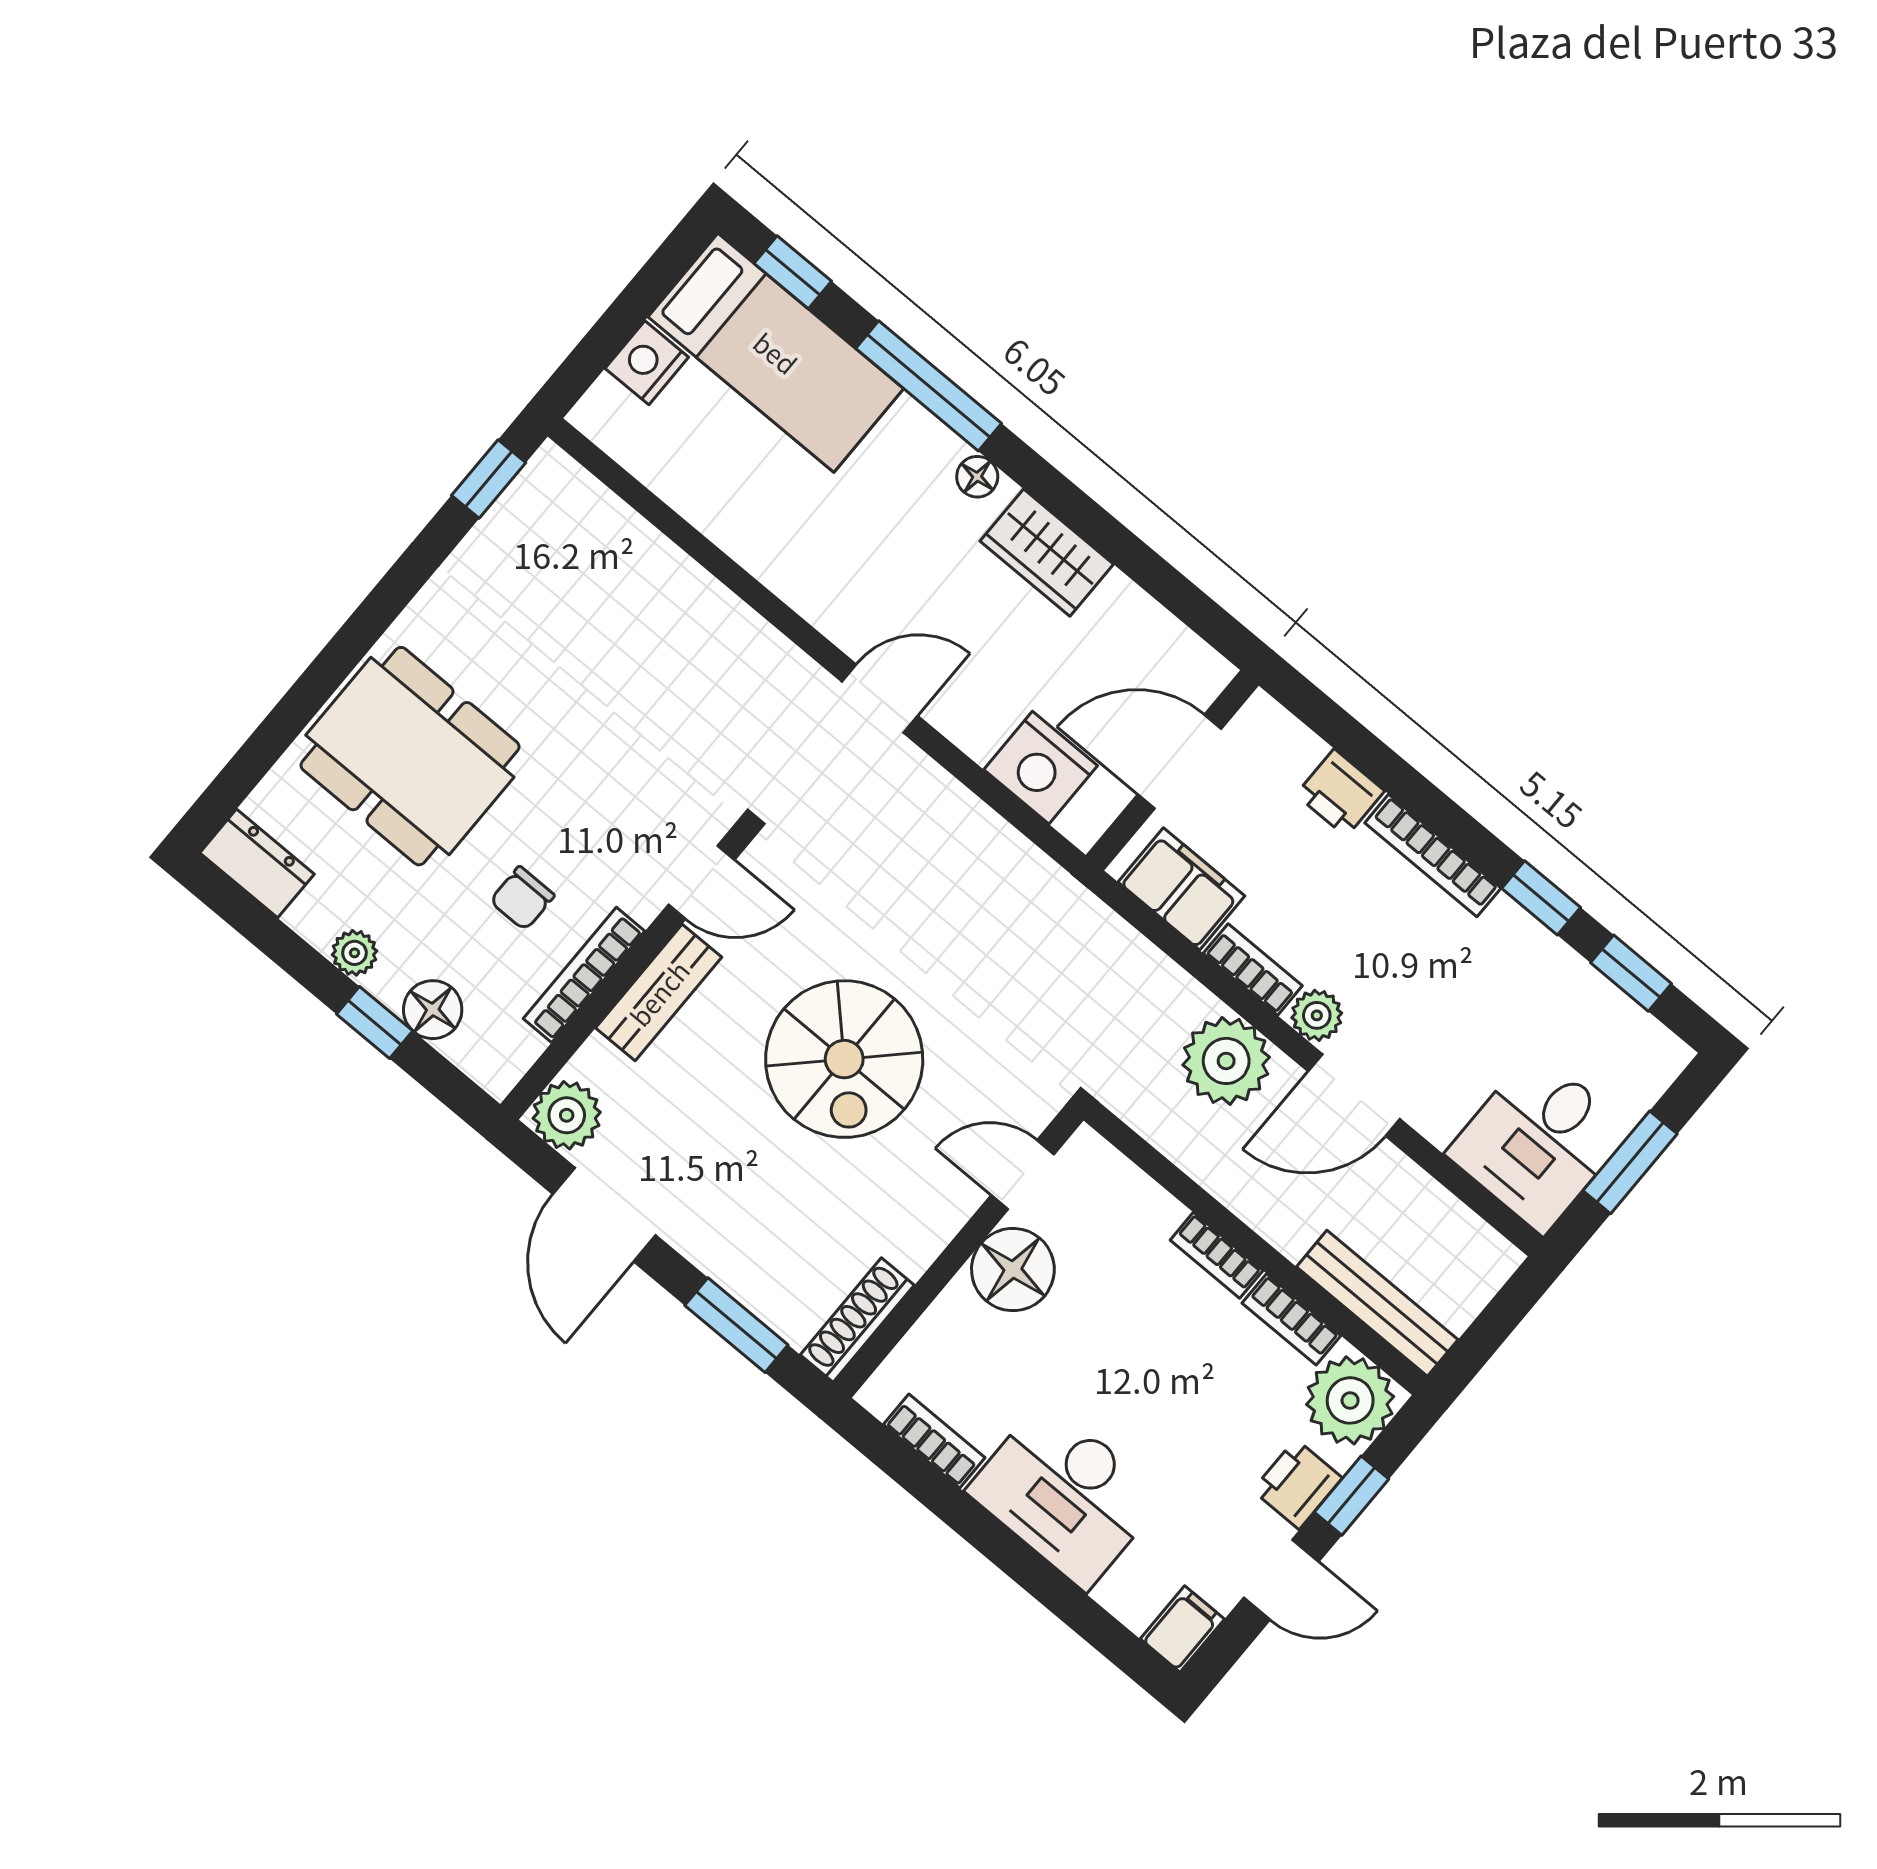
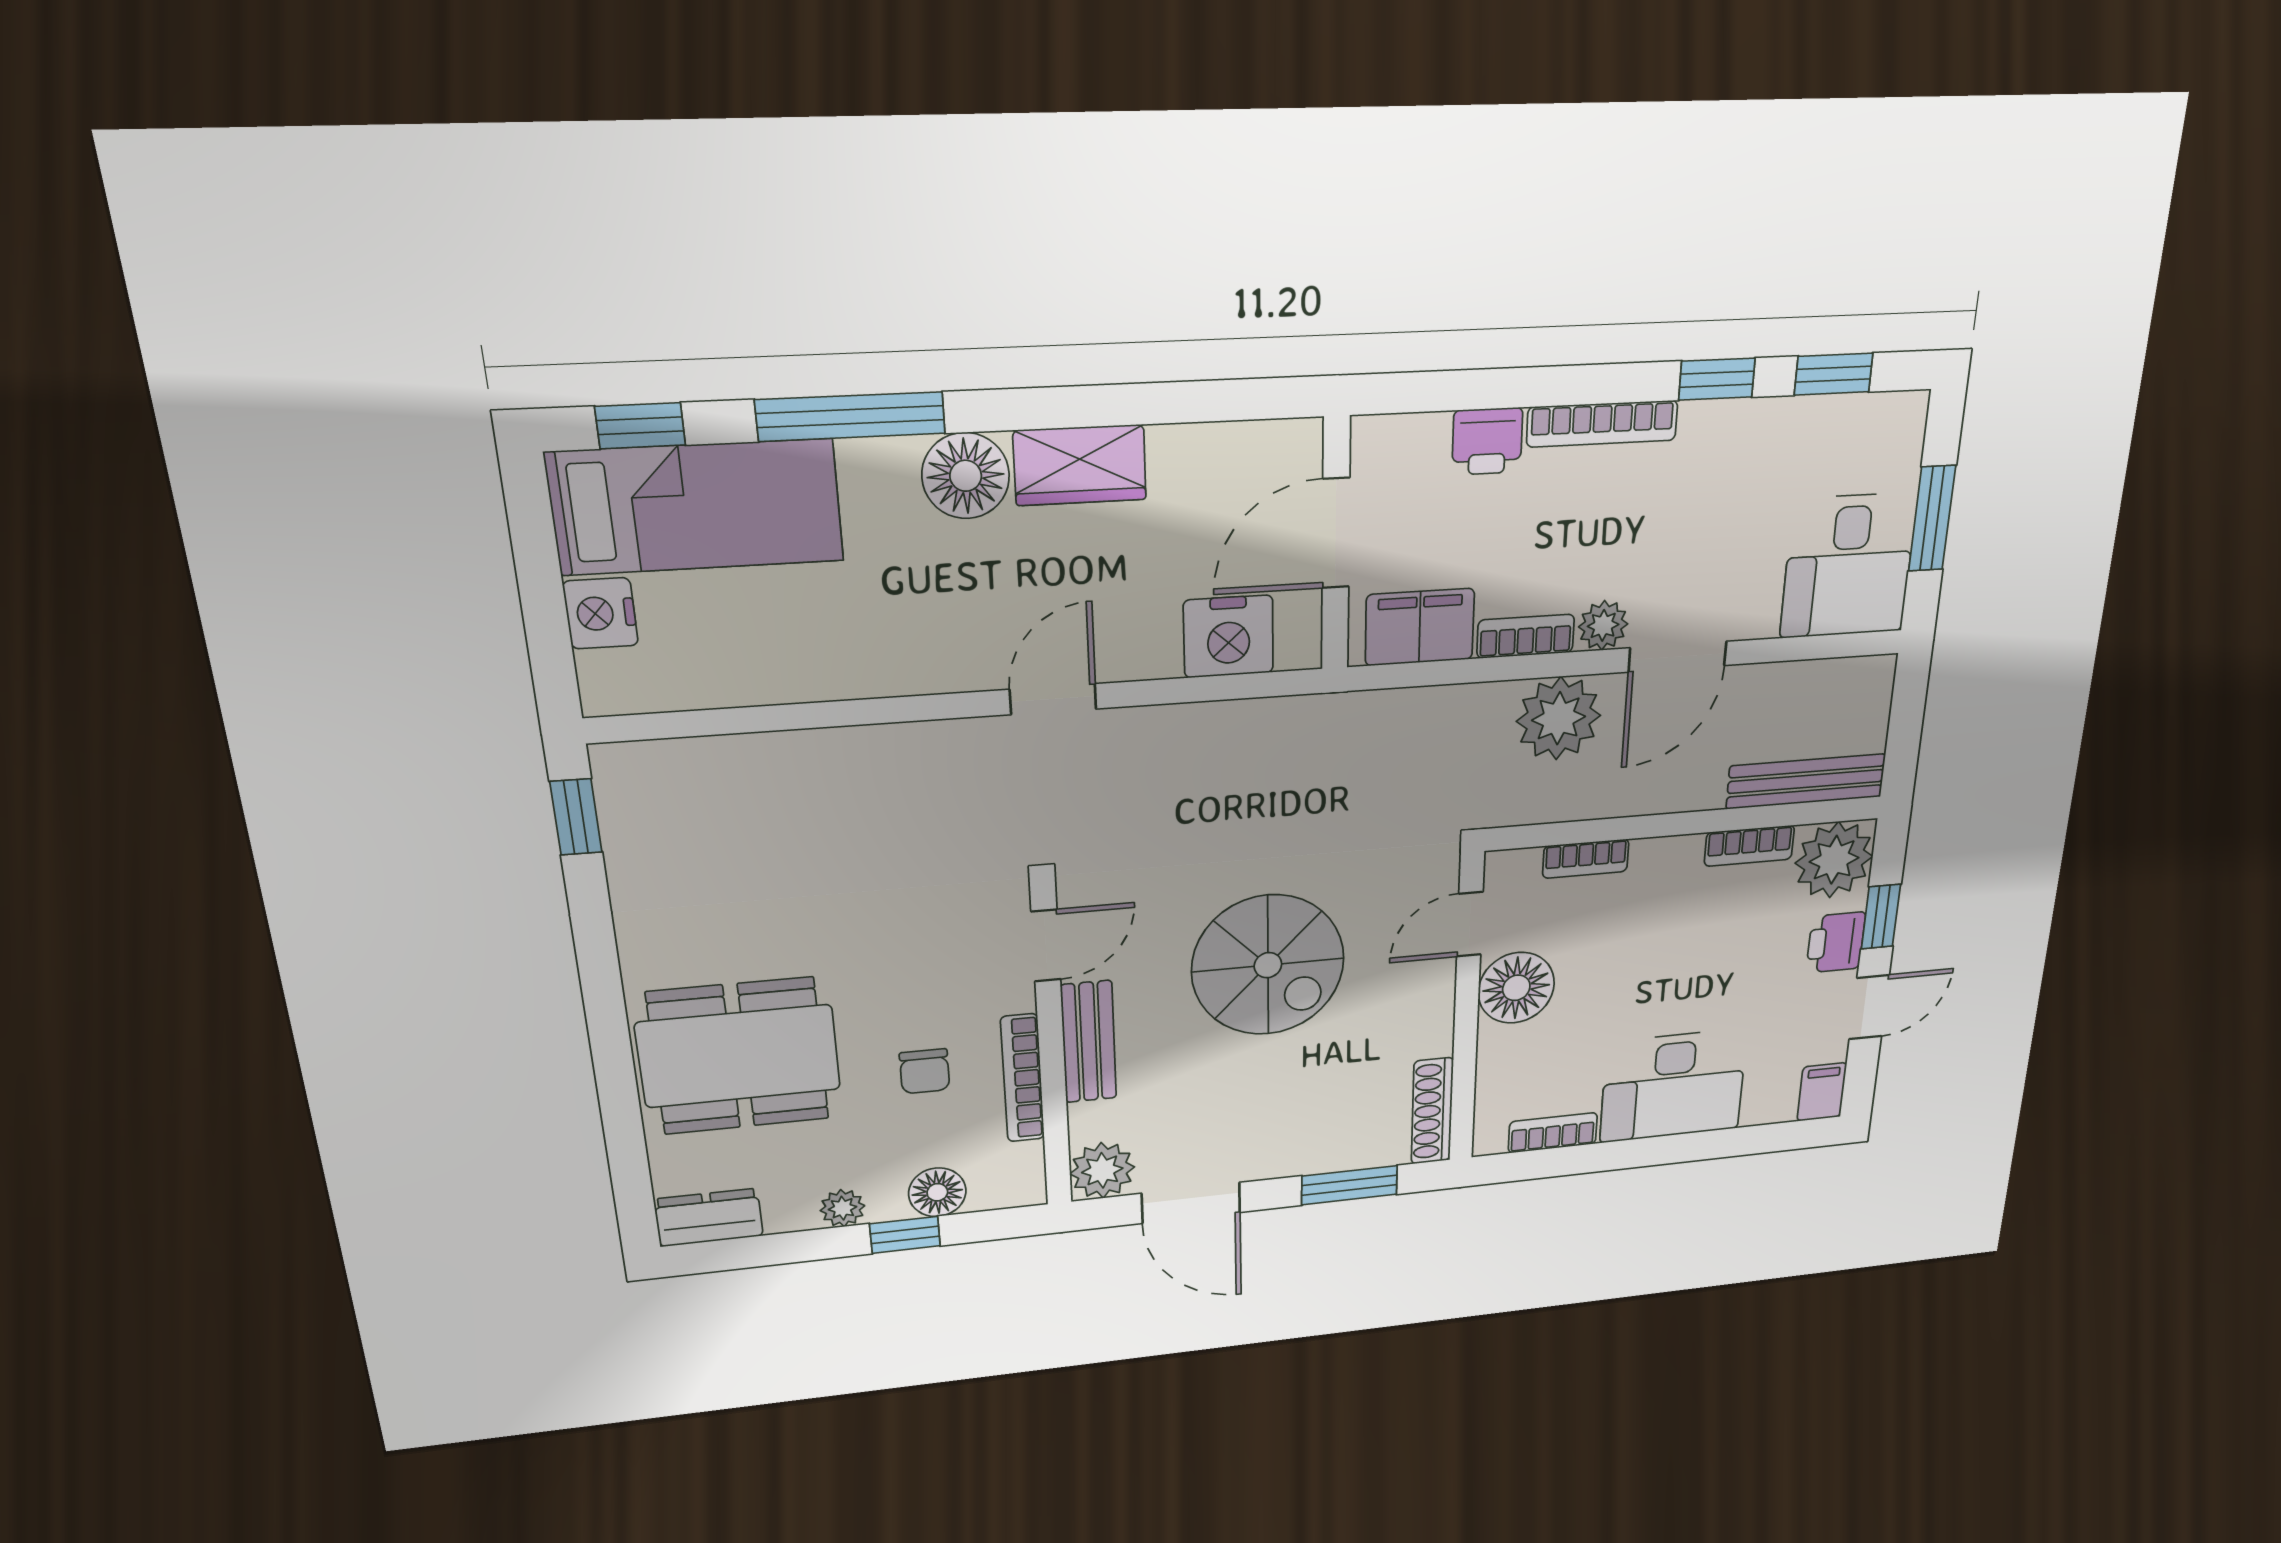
floor lamp: (977, 477) -> (966, 476), width x1.89, depth x1.89
bookcase: (1217, 1255) -> (1586, 859), moved

